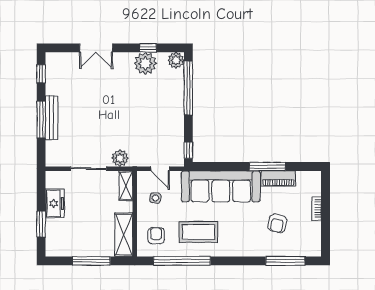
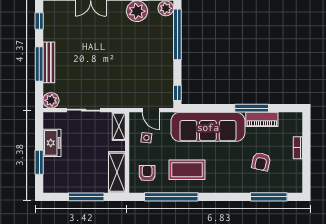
plant: (120, 158) -> (51, 100), moved

